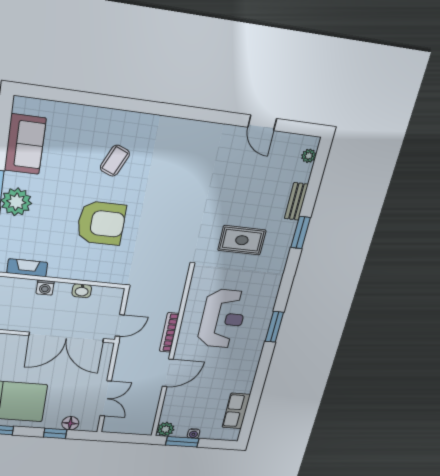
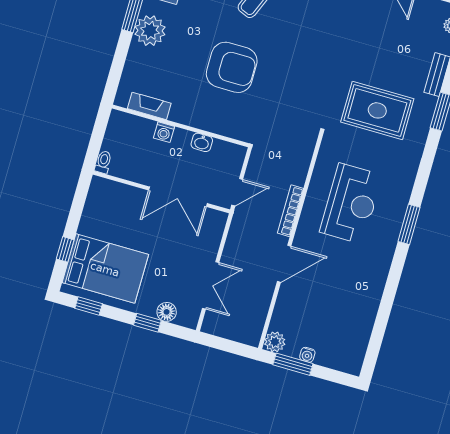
rug: (242, 240) -> (377, 110), width x1.36, depth x1.43
double door: (66, 337) -> (178, 197), width x0.73
row of seats: (236, 411) -> (360, 332), removed

